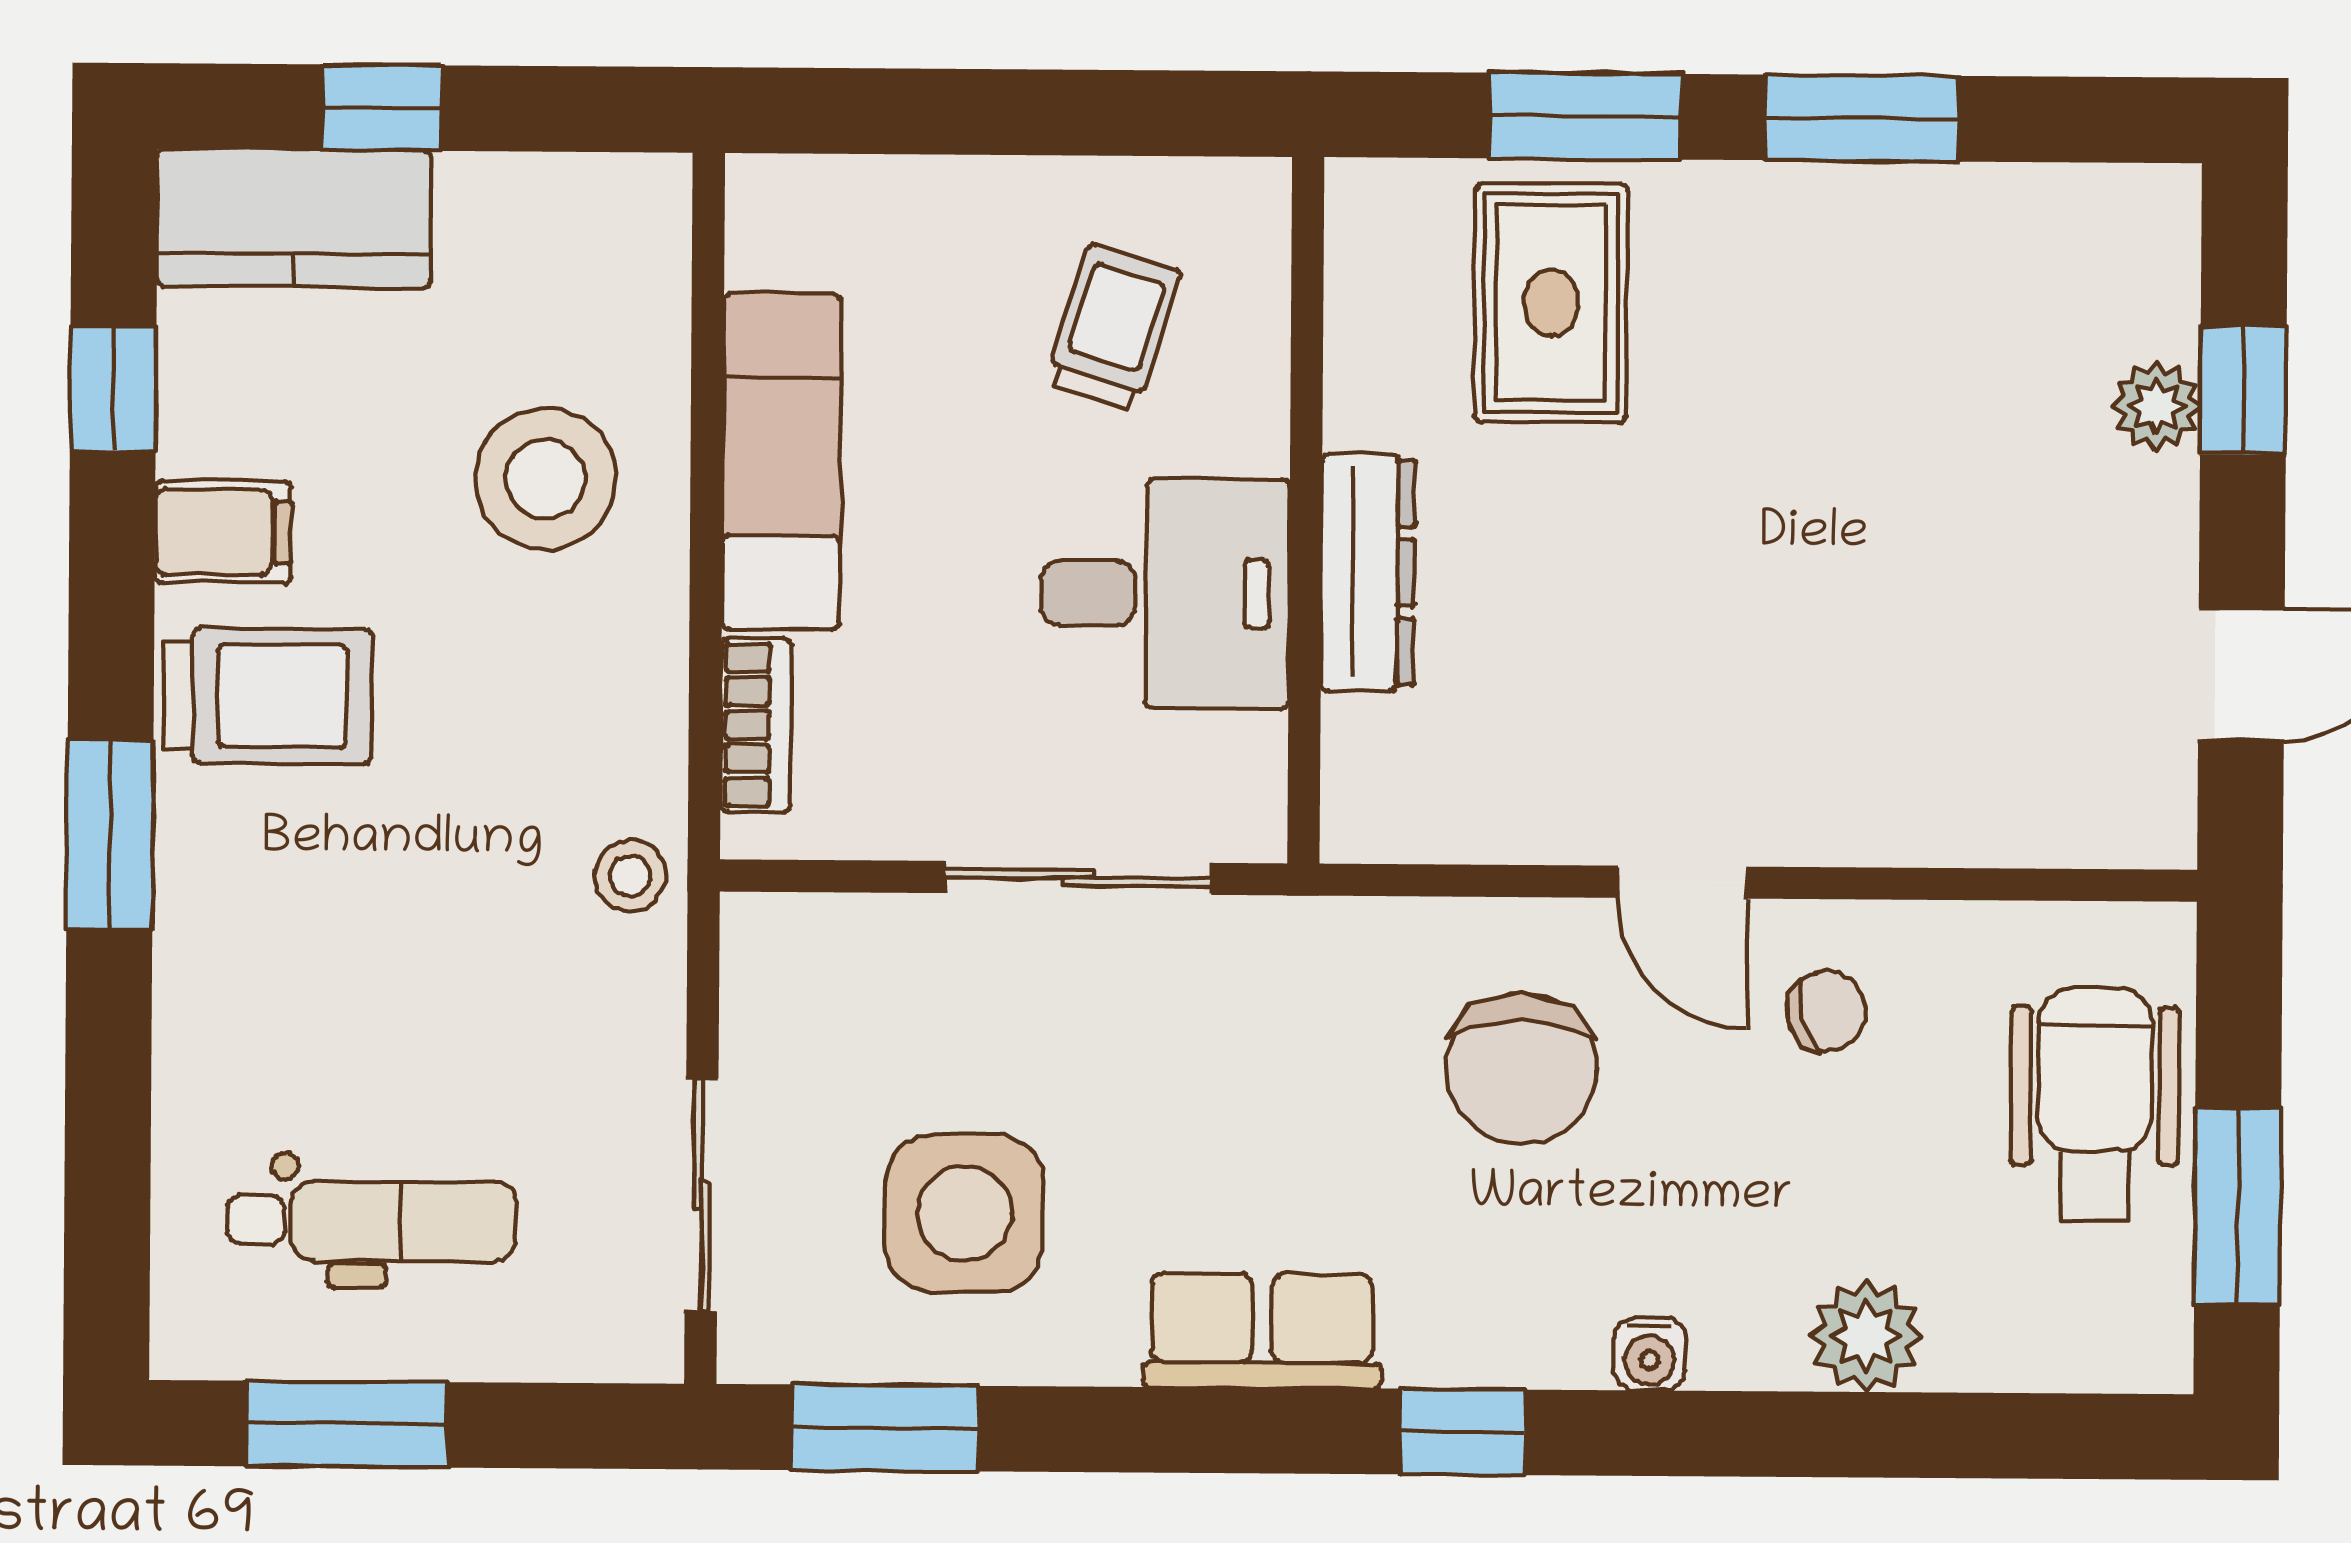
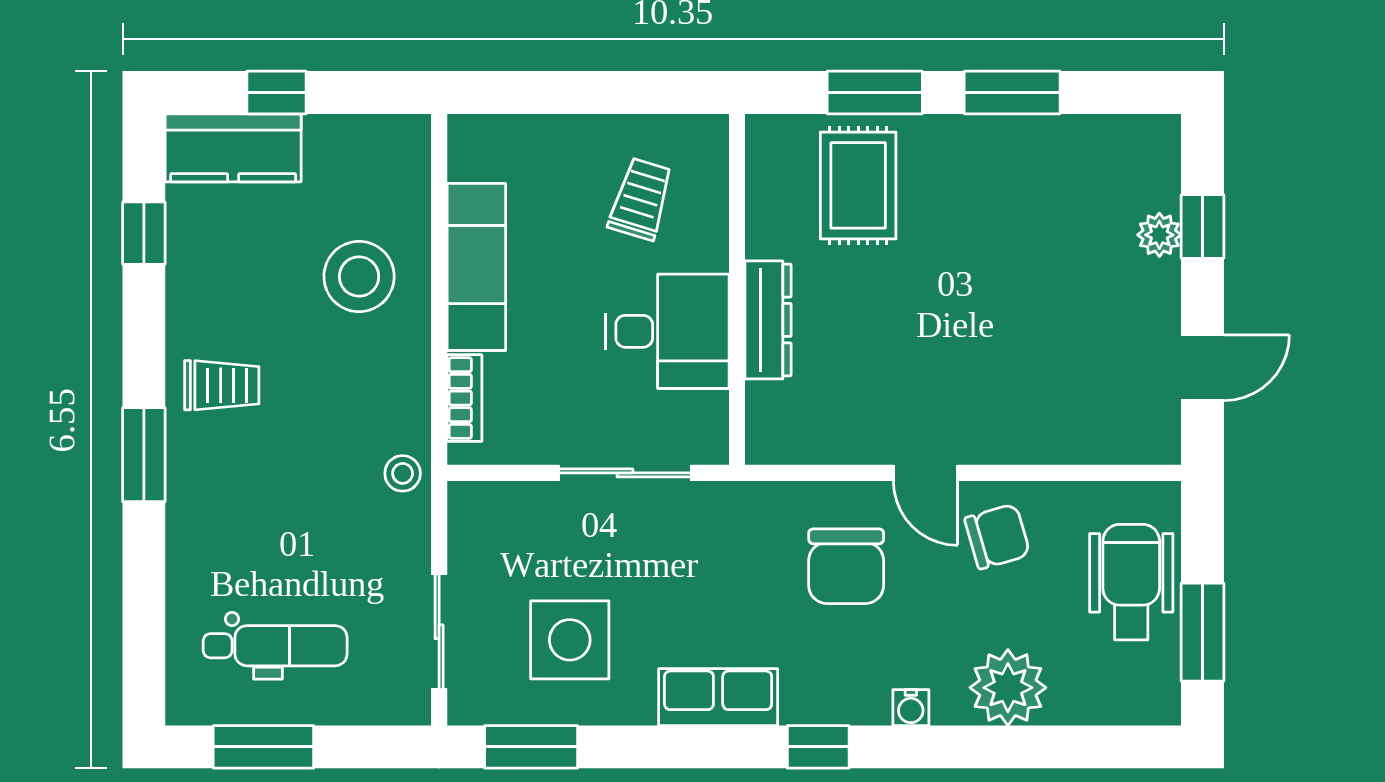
filing cabinet: (223, 532) -> (199, 304), removed
trolley: (268, 696) -> (222, 385), width x0.73, depth x0.72
chair: (1826, 1011) -> (997, 536), width x1.37, depth x1.37
plant: (1866, 1336) -> (1008, 688), width x1.36, depth x1.36

